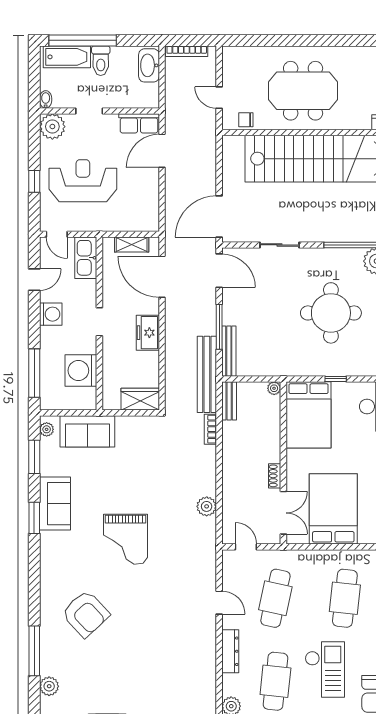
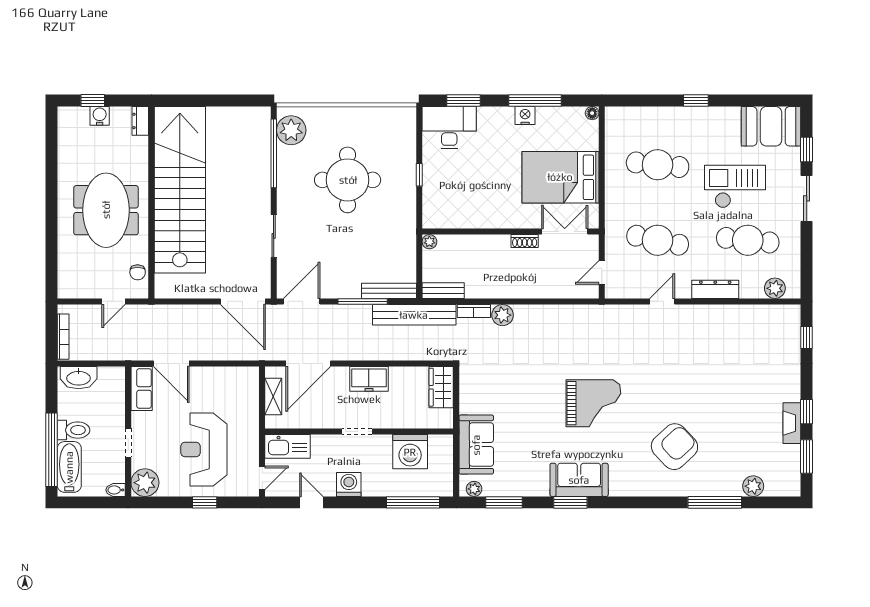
bed: (309, 415) -> (458, 204), removed
sofa: (55, 504) -> (579, 480), moved
plant: (207, 506) -> (503, 315), moved

